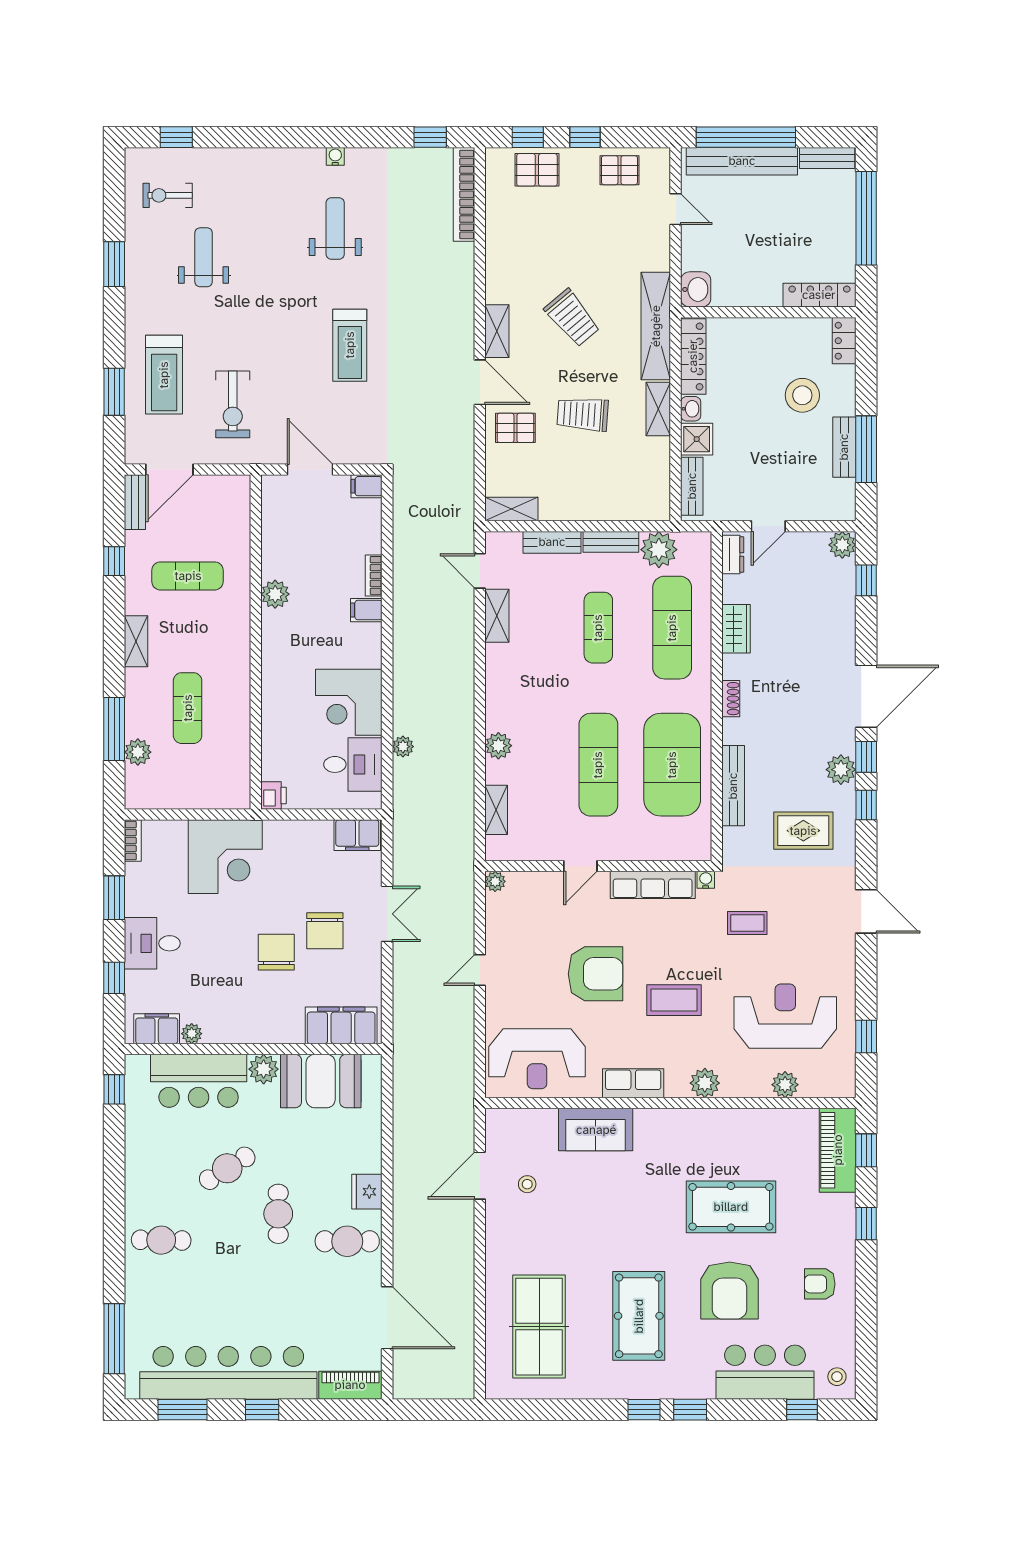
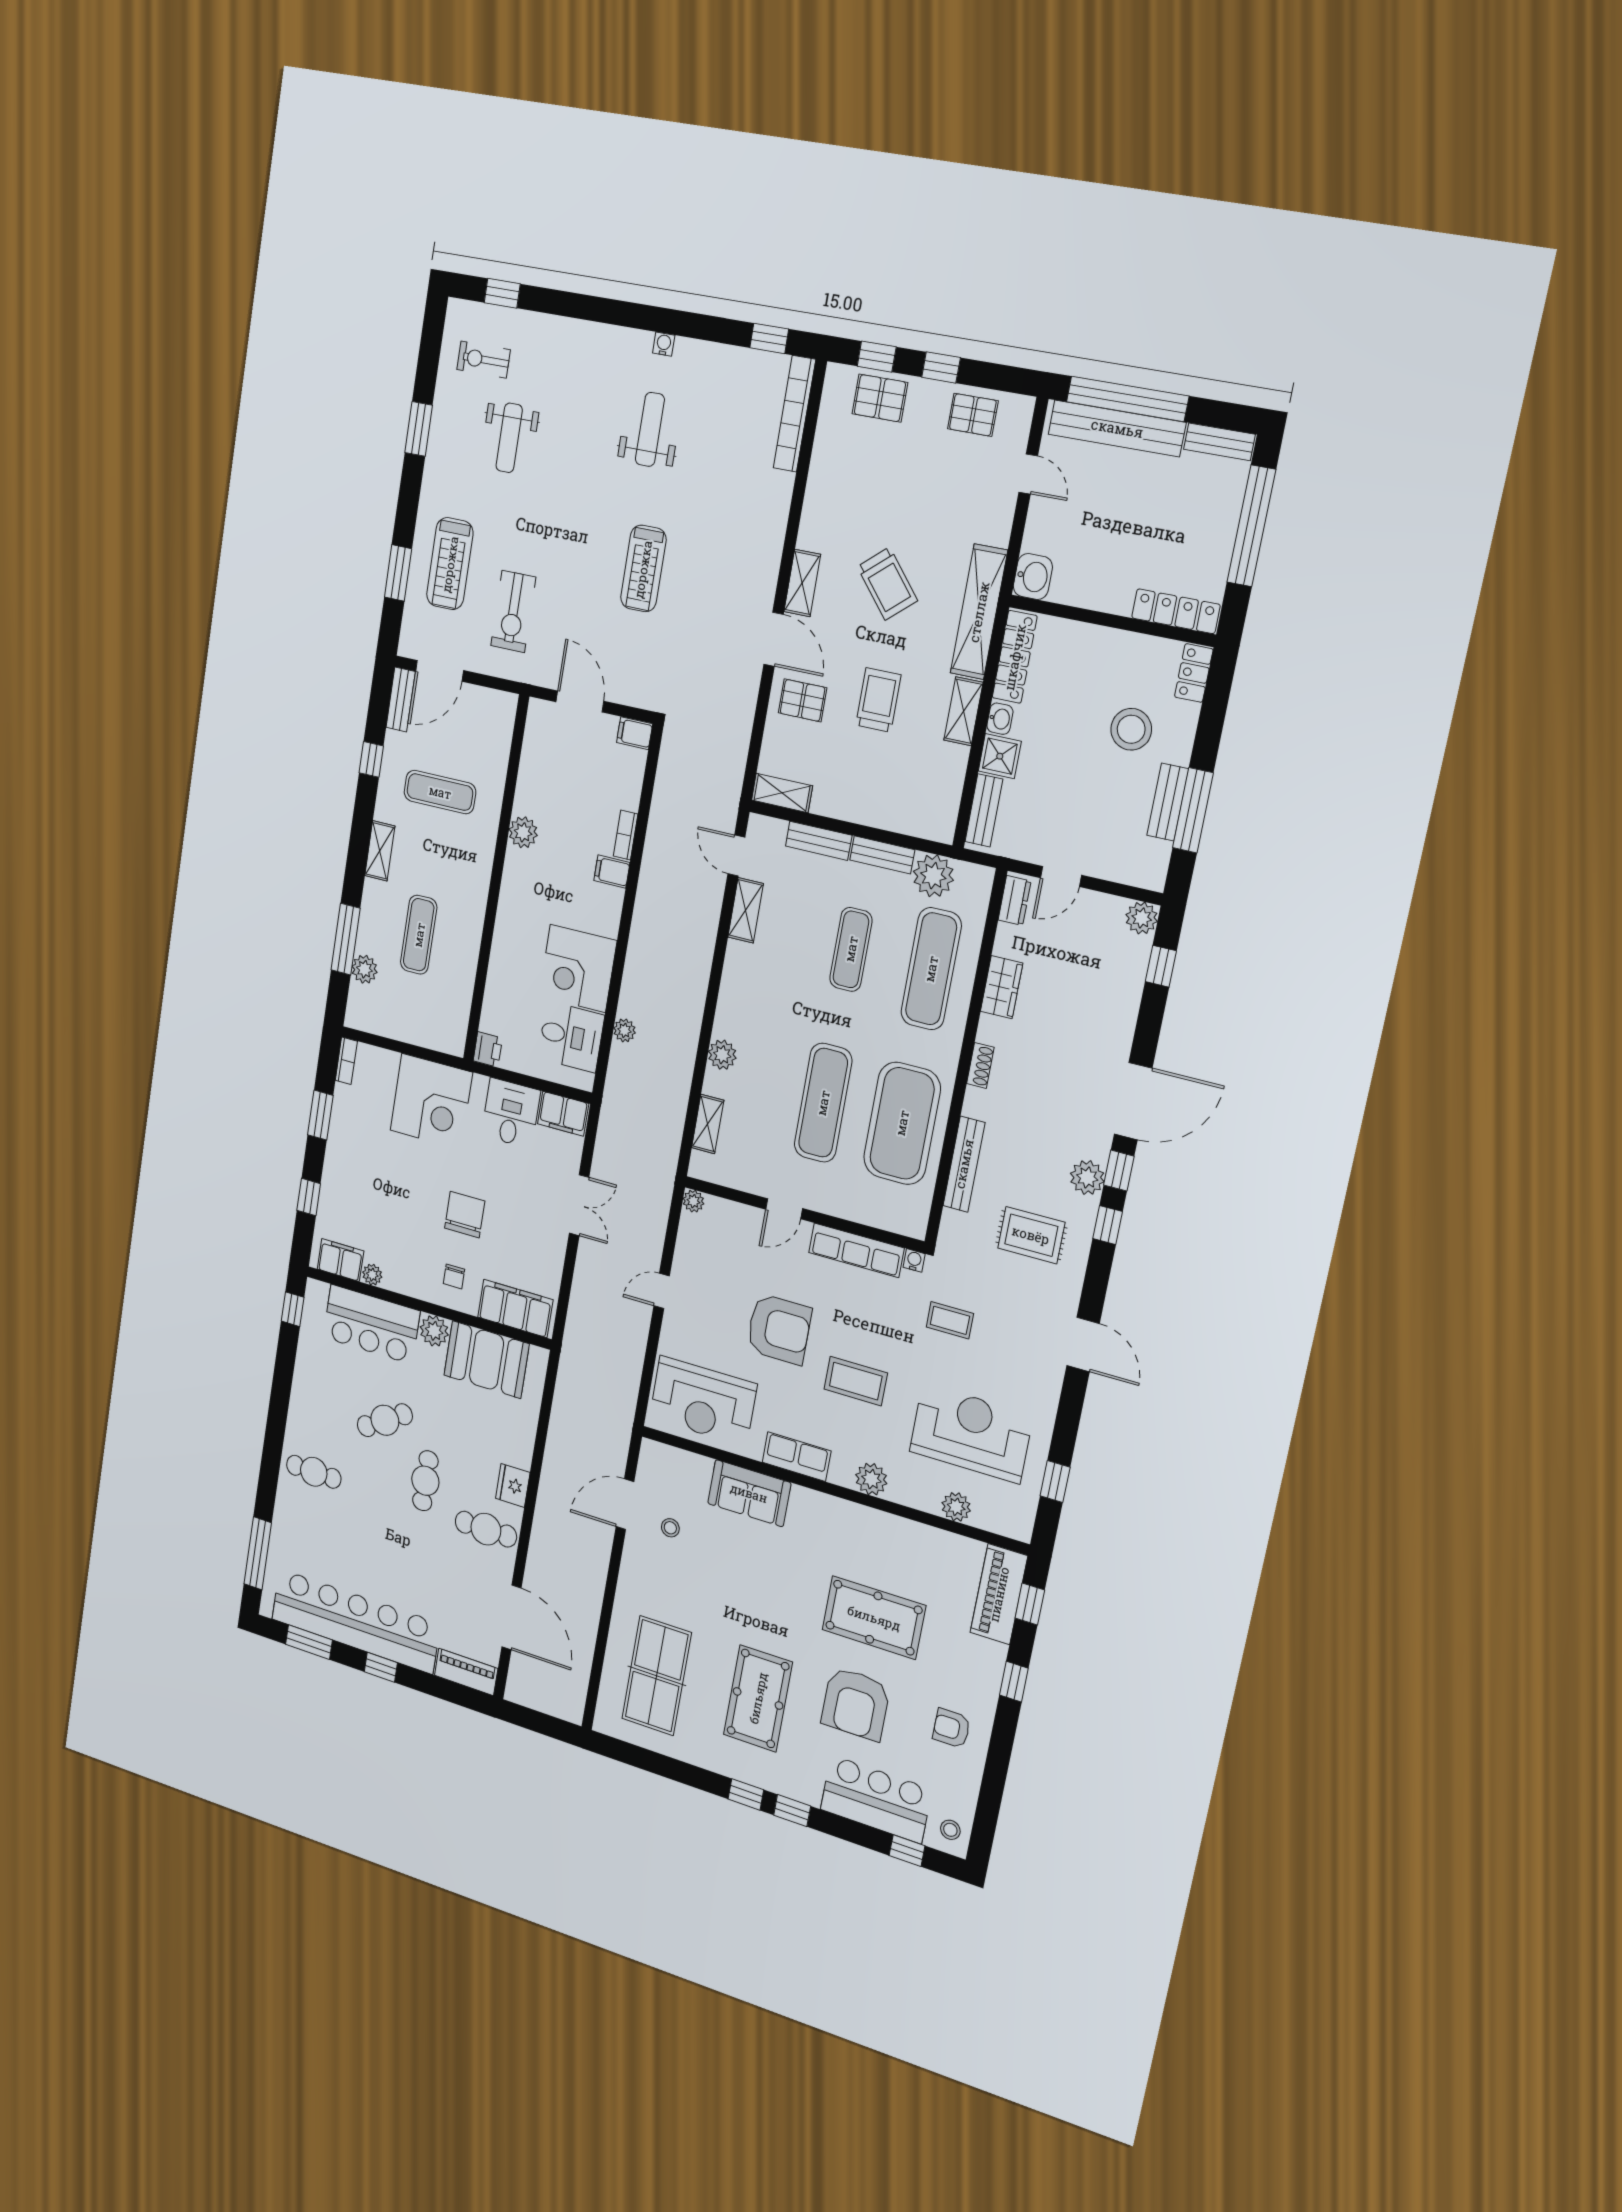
weight bench: (204, 257) -> (509, 438), turned 180
trolley: (583, 414) -> (878, 700), turned 86
chair: (325, 931) -> (454, 1276), moved, width x0.54, depth x0.54
desk: (152, 943) -> (511, 1113), moved, turned 90

